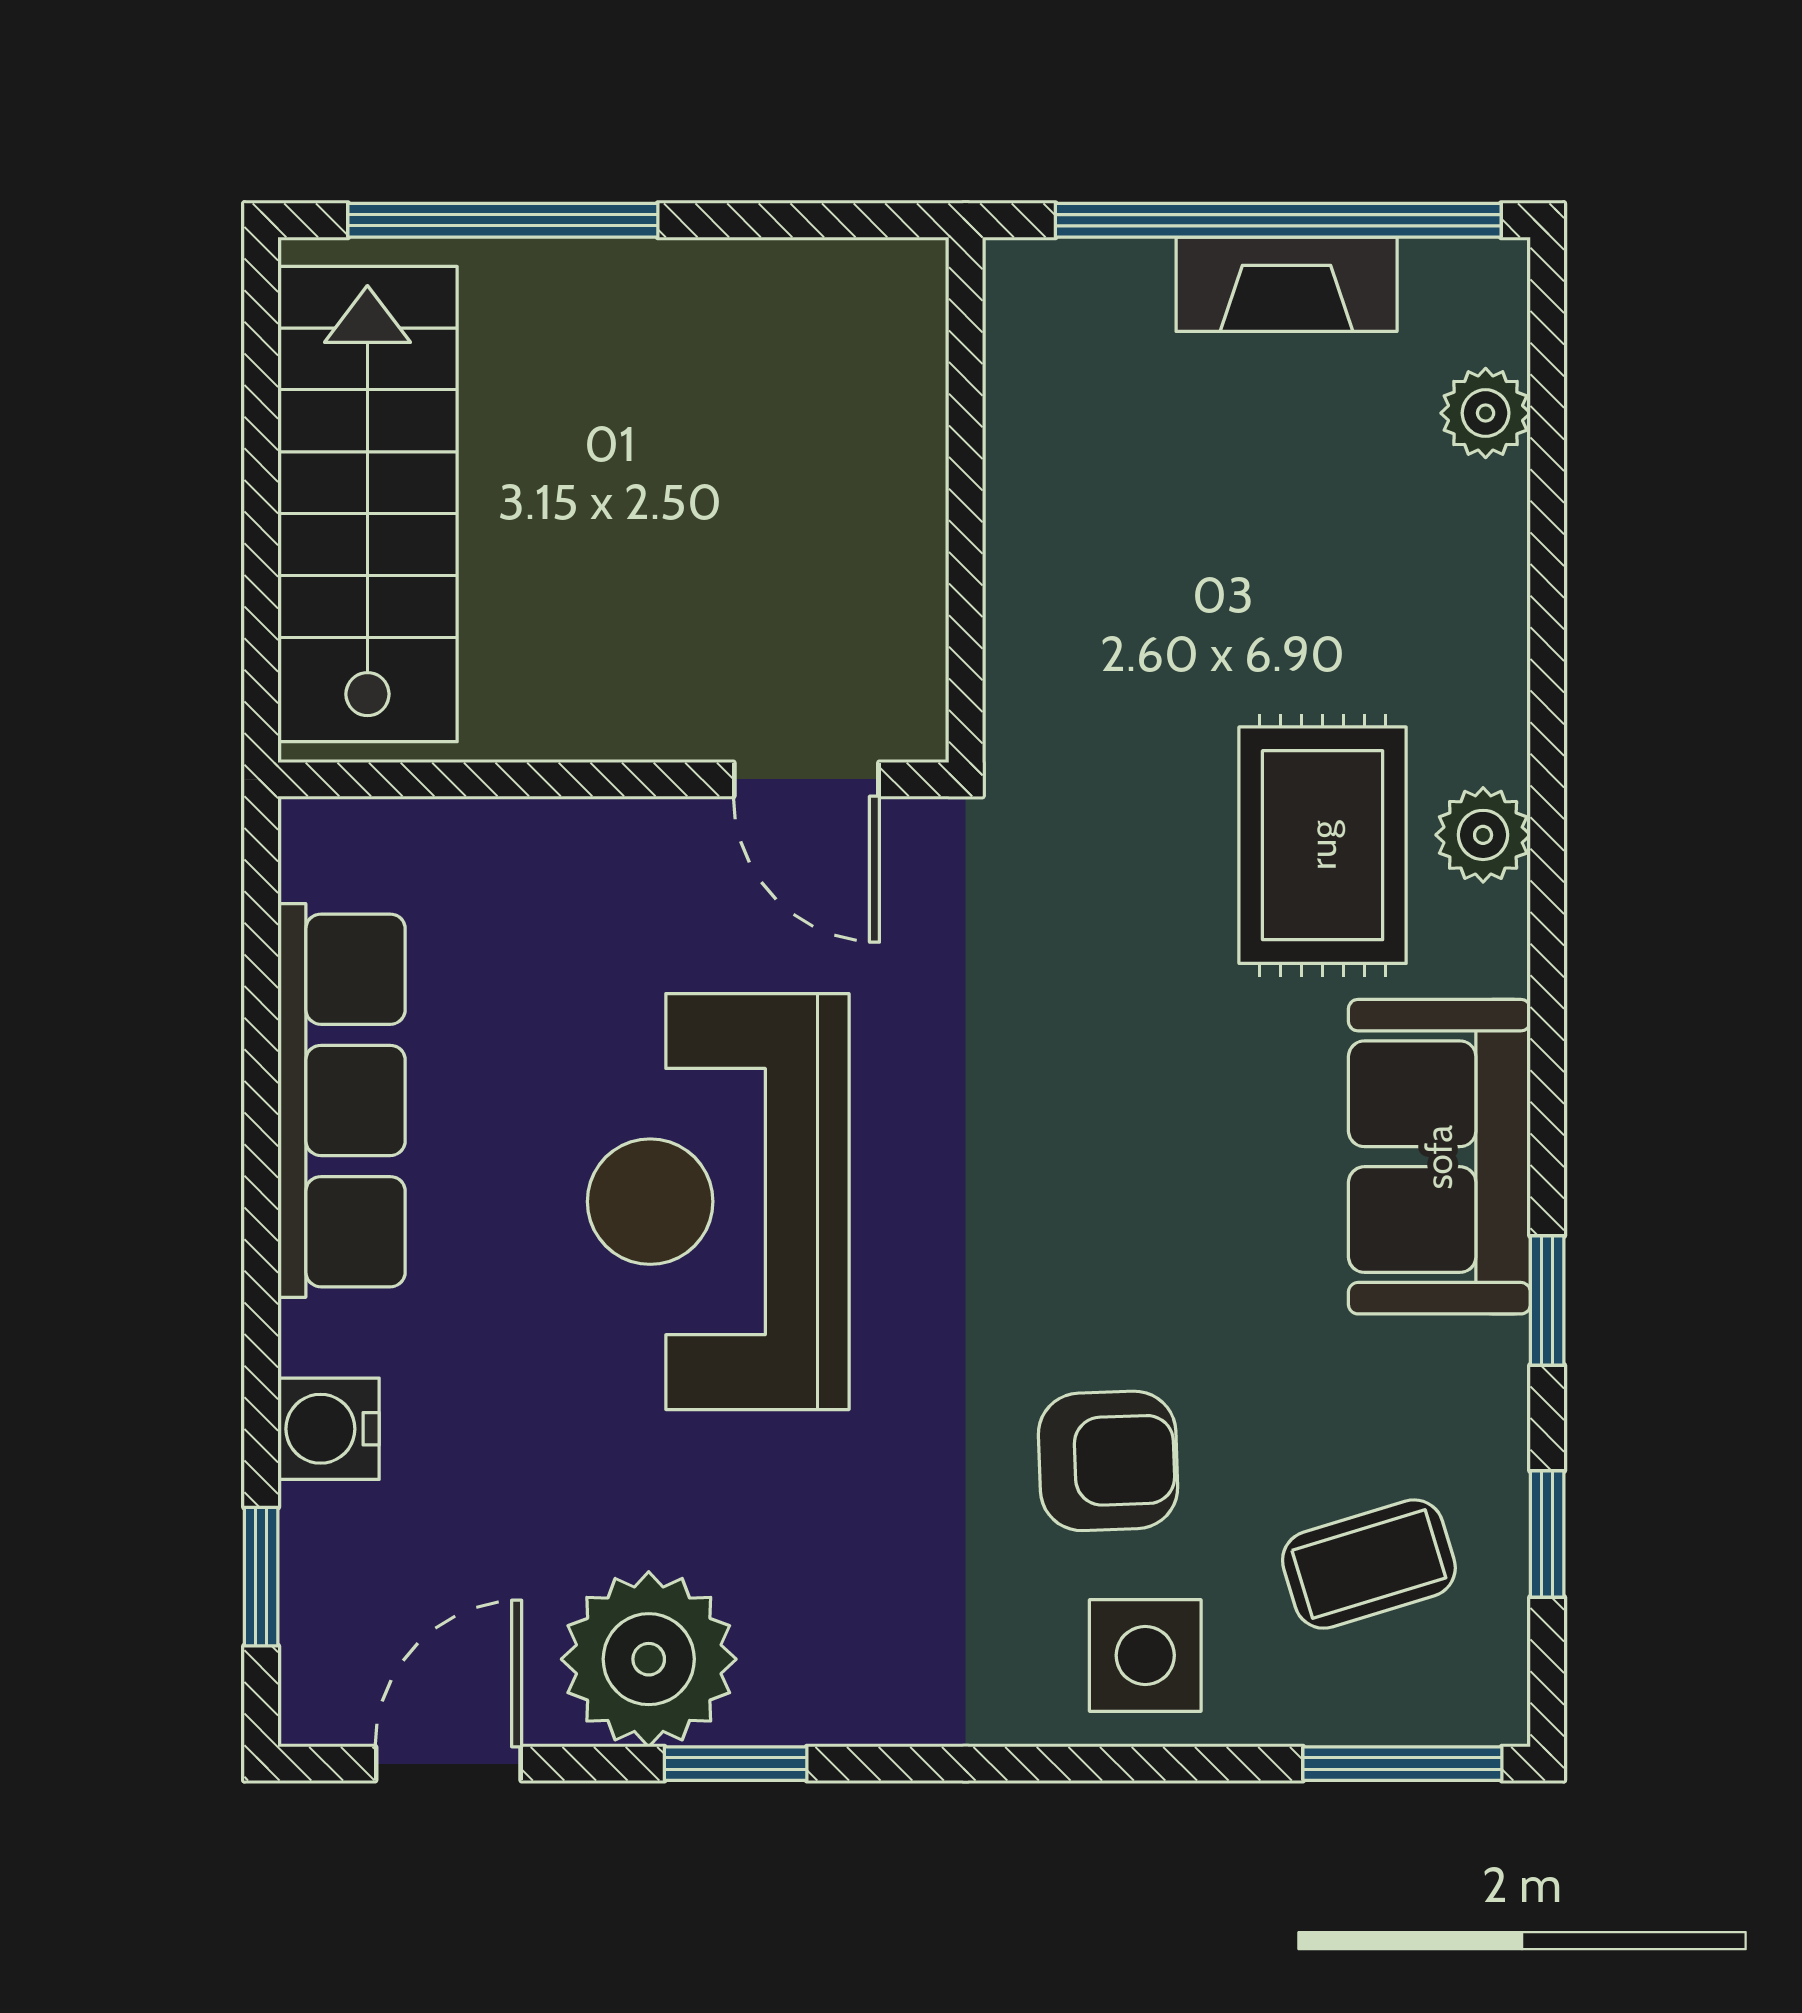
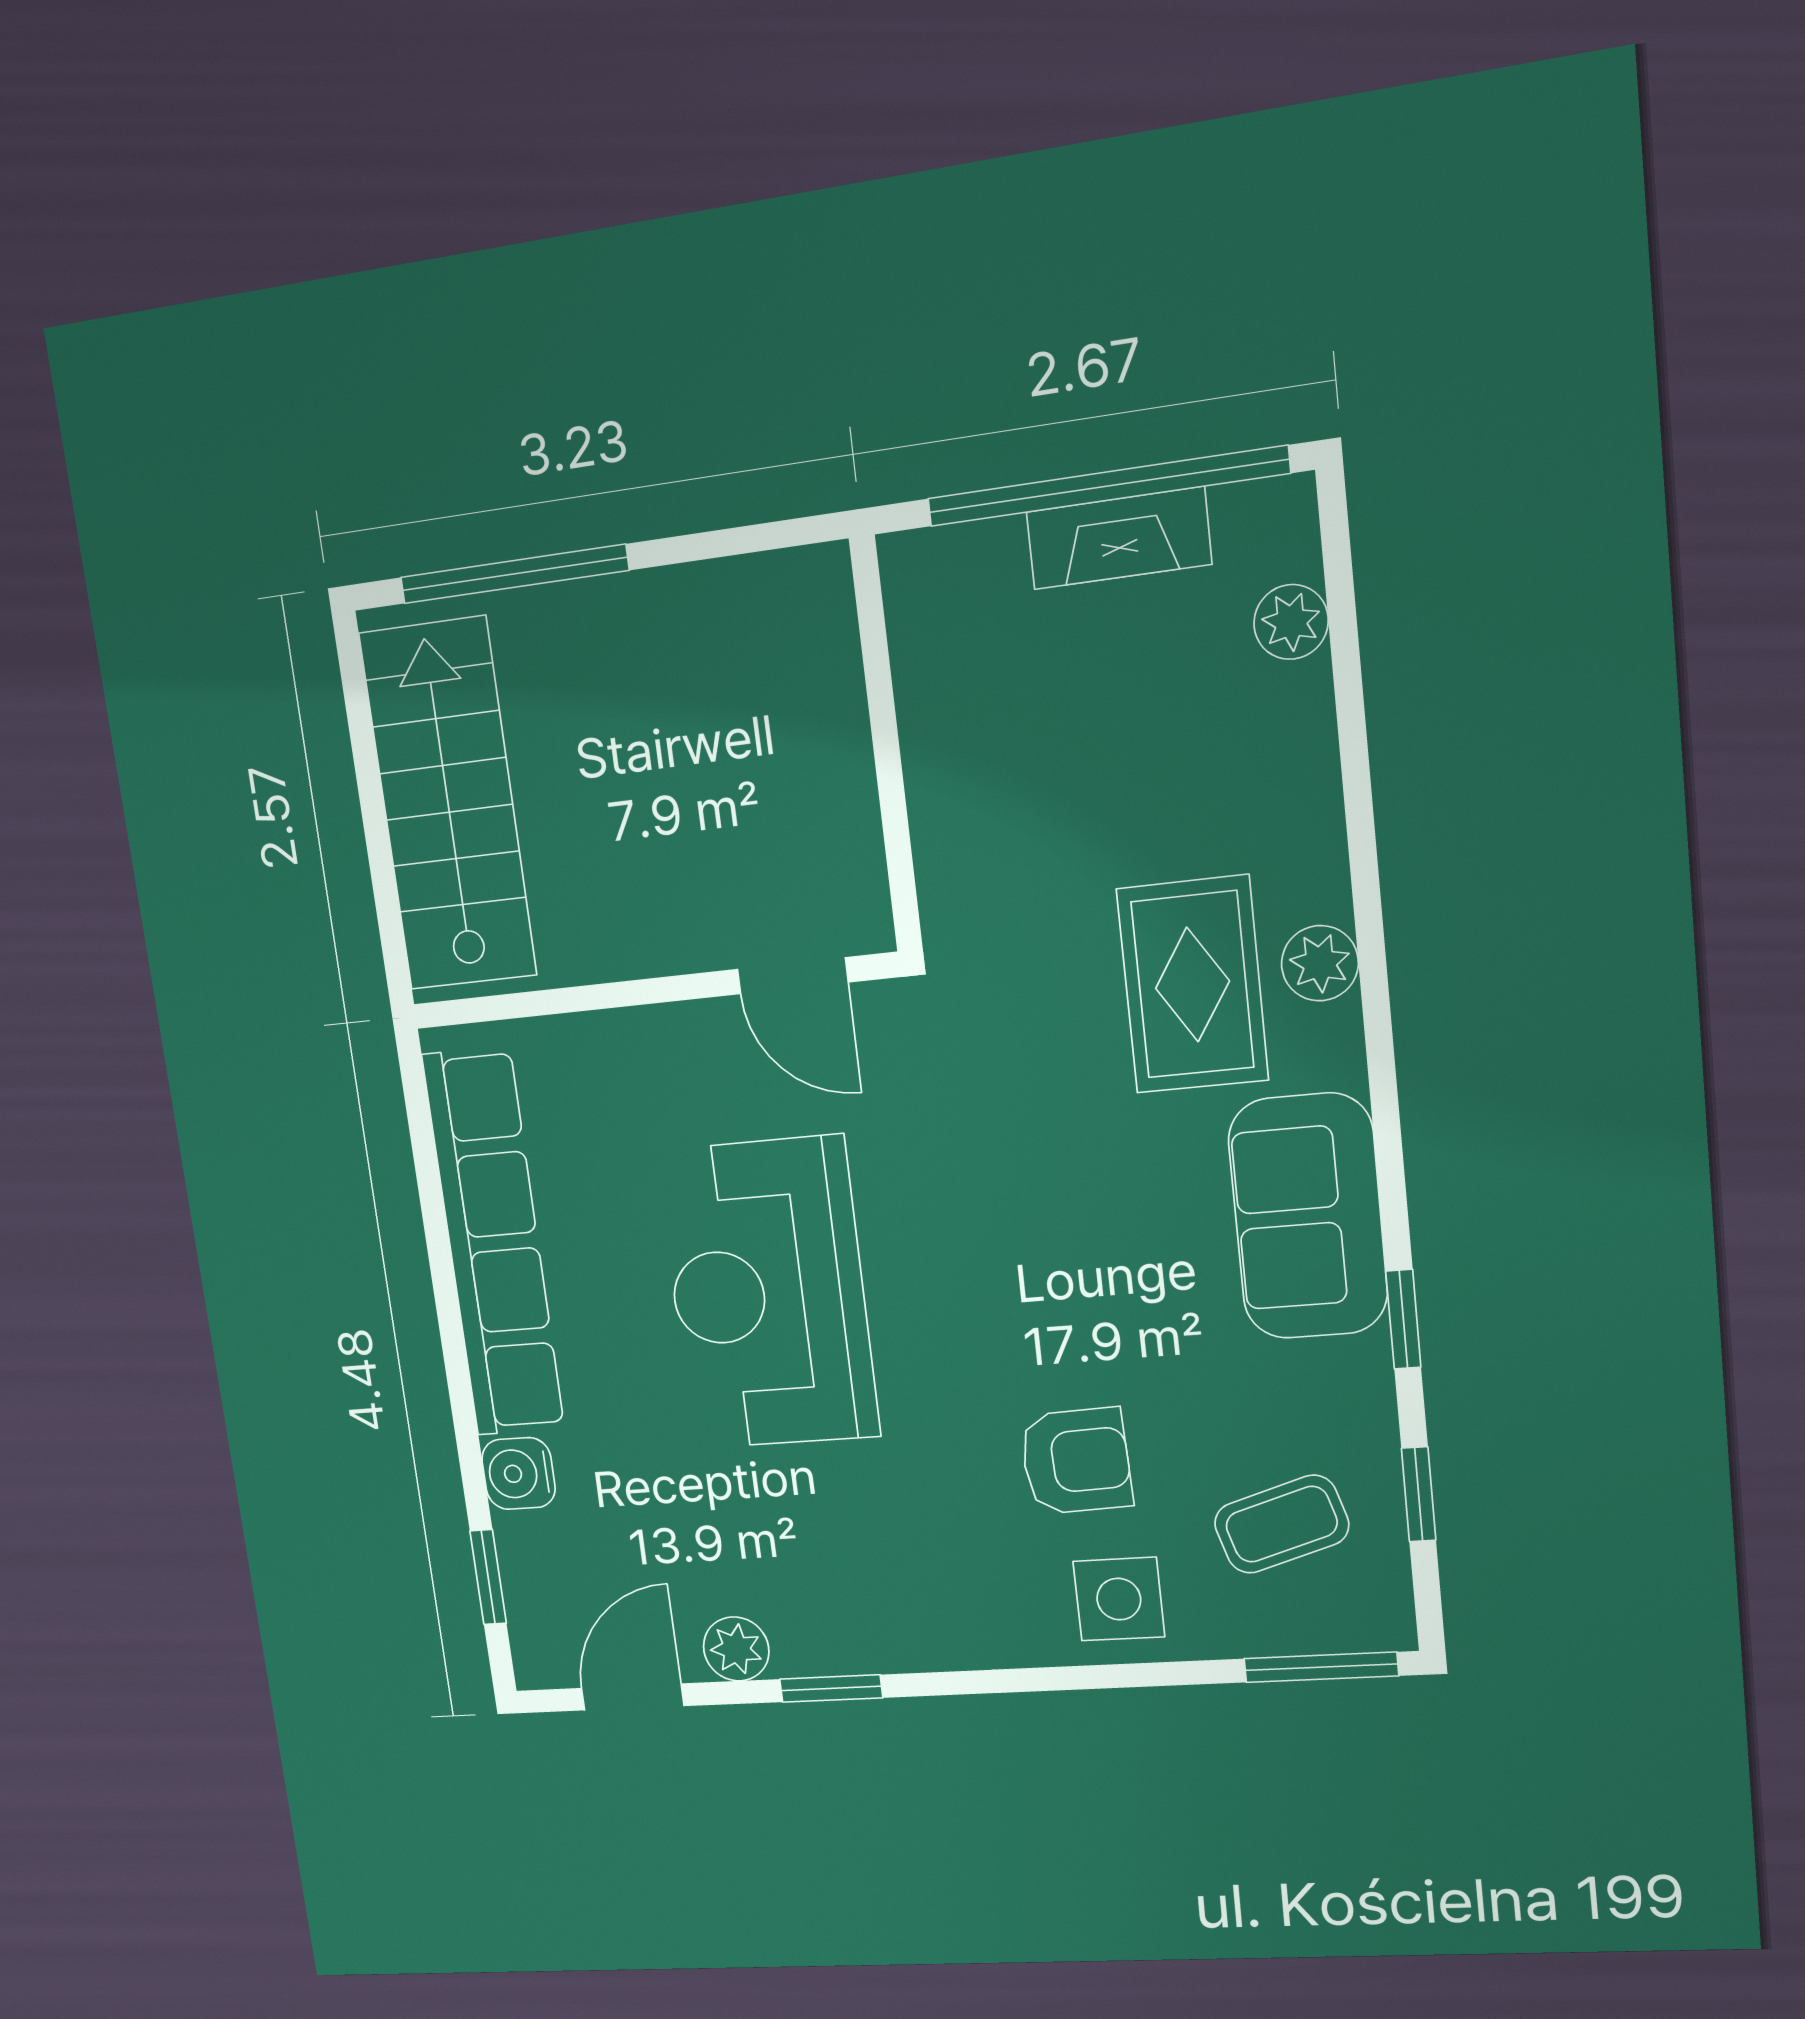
row of seats: (342, 1100) -> (494, 1243), width x1.36
plant: (649, 1659) -> (736, 1649), width x0.53, depth x0.53

